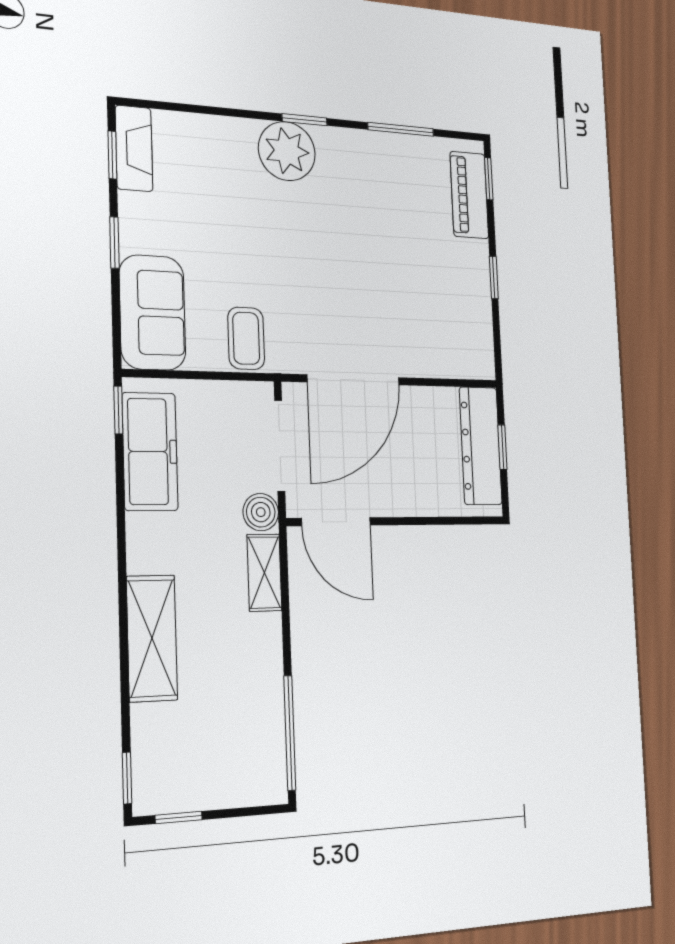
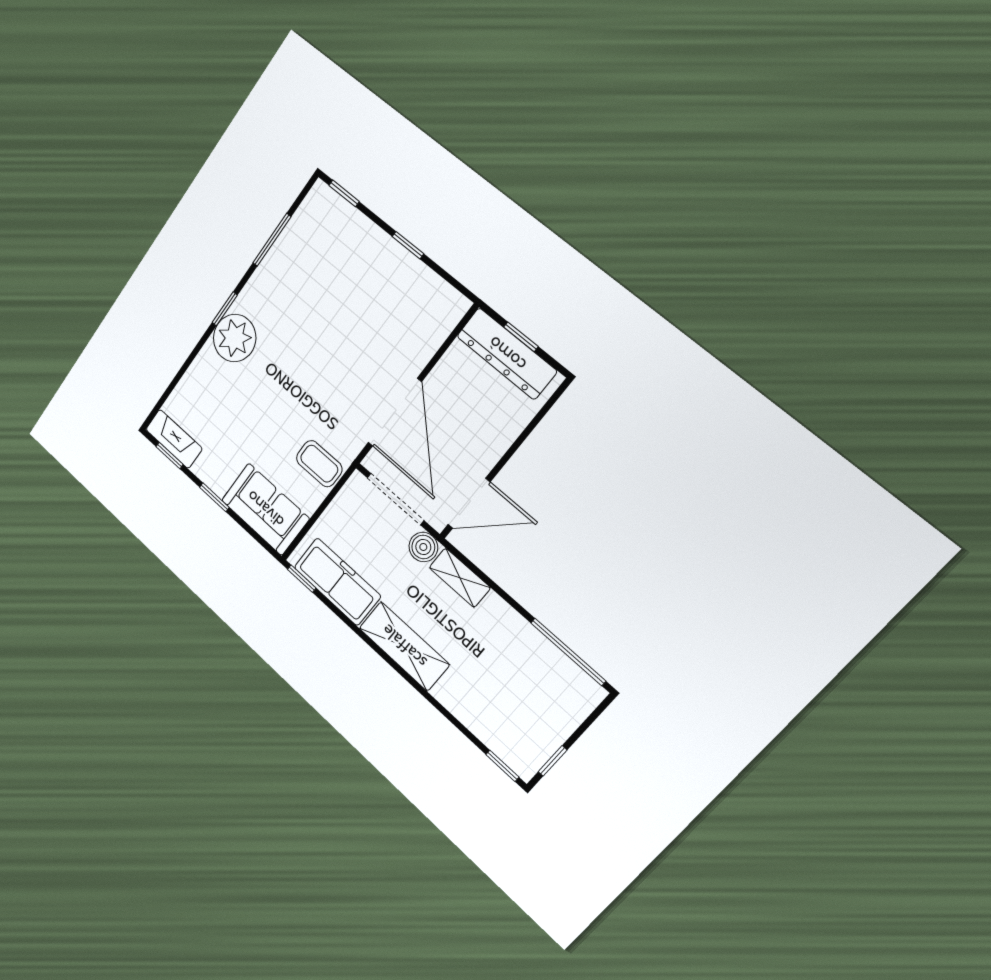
piano: (469, 195) -> (344, 219), removed
shelving: (152, 638) -> (404, 646), moved

